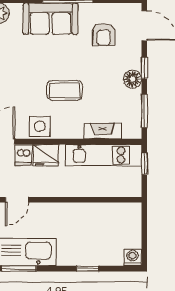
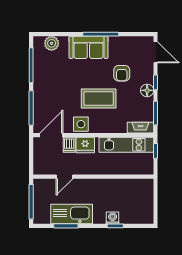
armchair: (104, 35) -> (122, 73), moved
coffee table: (65, 90) -> (99, 98), width x1.36, depth x1.32
fireplace: (103, 131) -> (140, 128), moved
washing machine: (133, 257) -> (113, 218), moved

